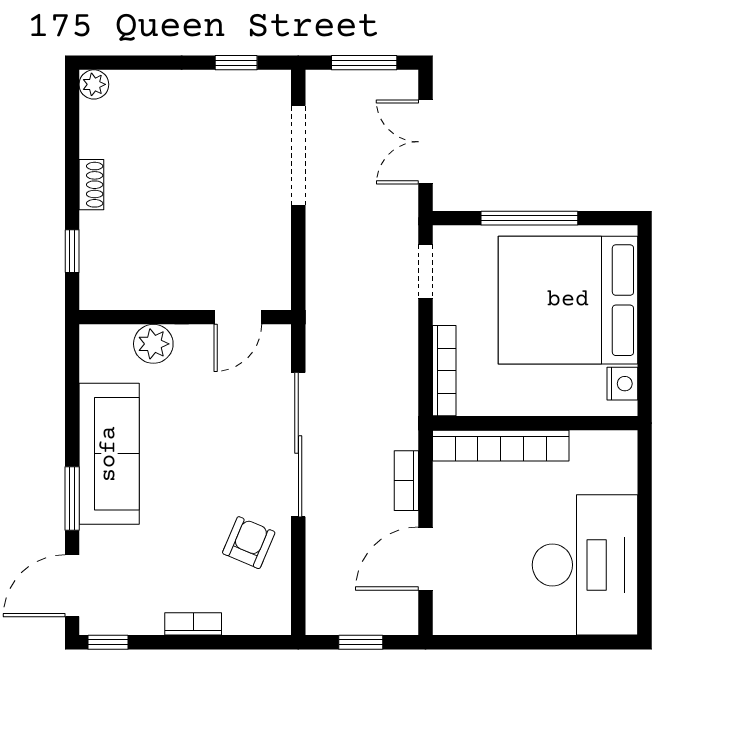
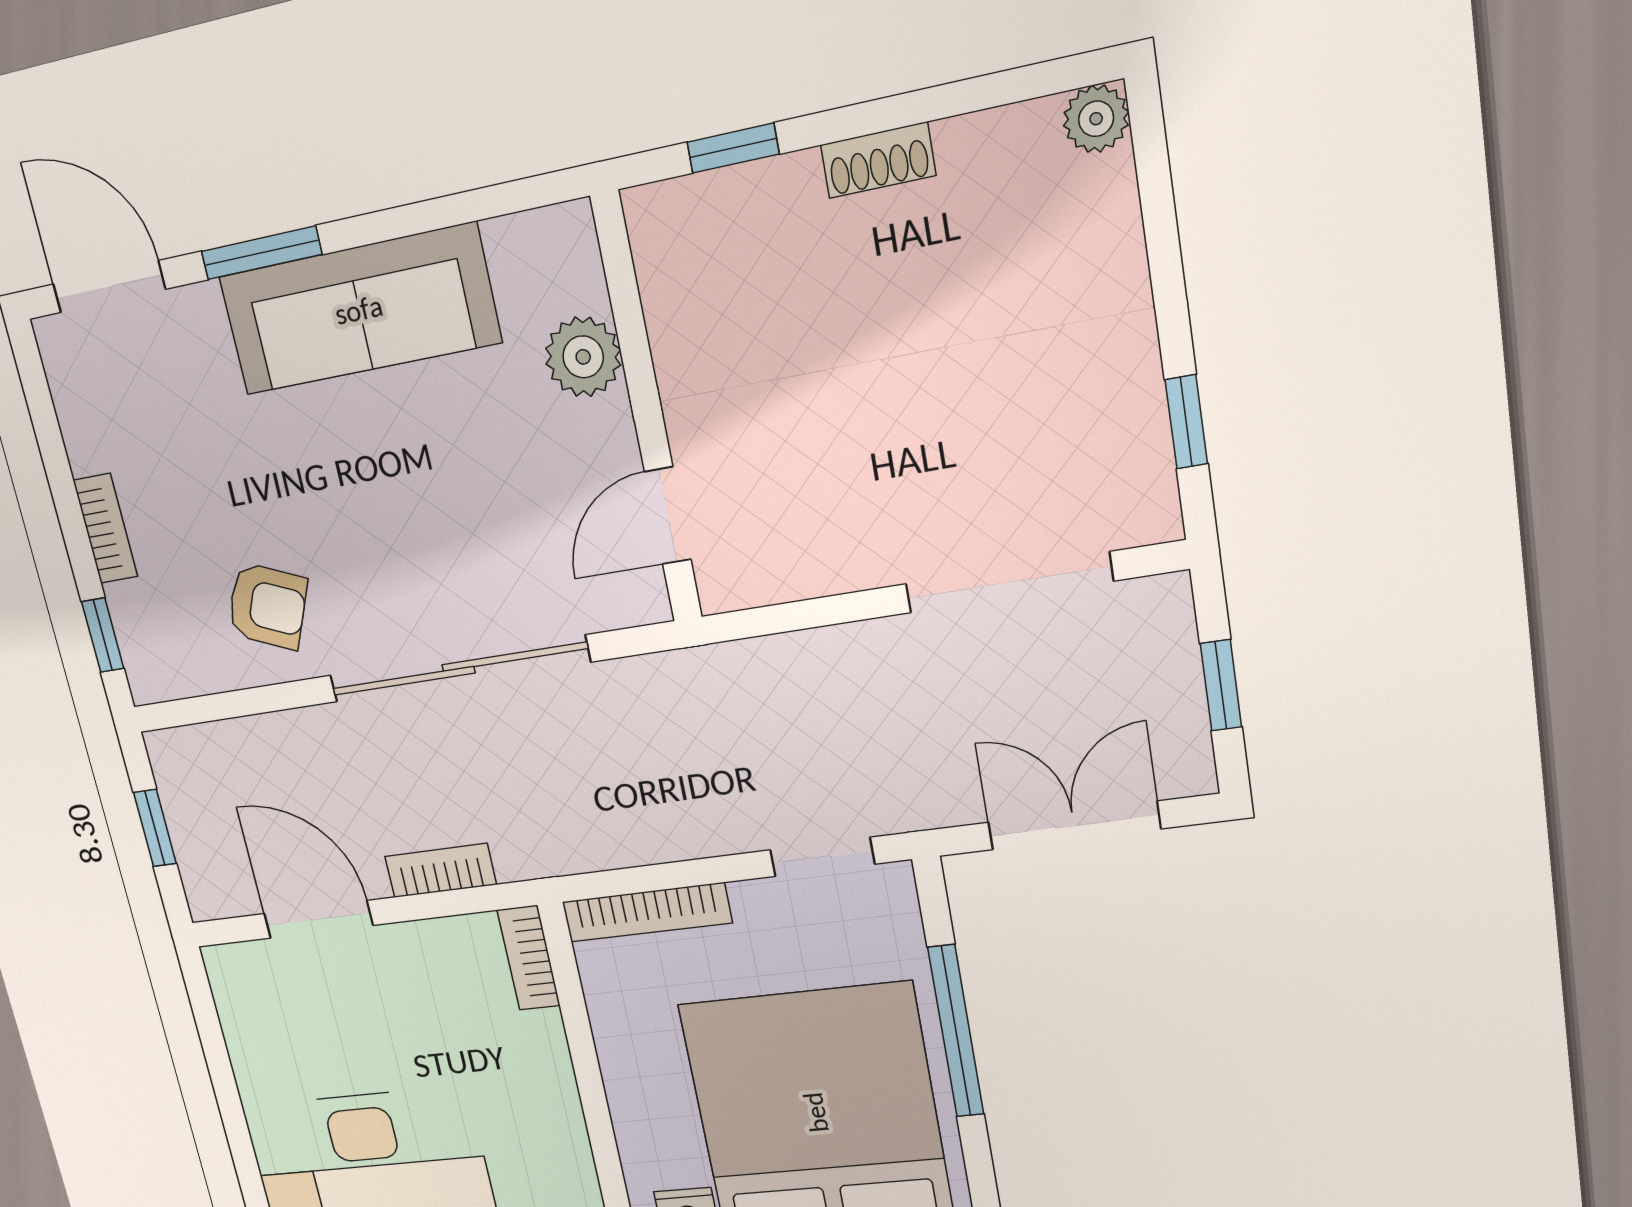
window: (364, 63) -> (1221, 685), width x0.67
door: (238, 317) -> (668, 516), hinge flipped
bookcase: (501, 446) -> (529, 958), width x0.43, depth x0.76
window: (108, 642) -> (103, 635), moved

